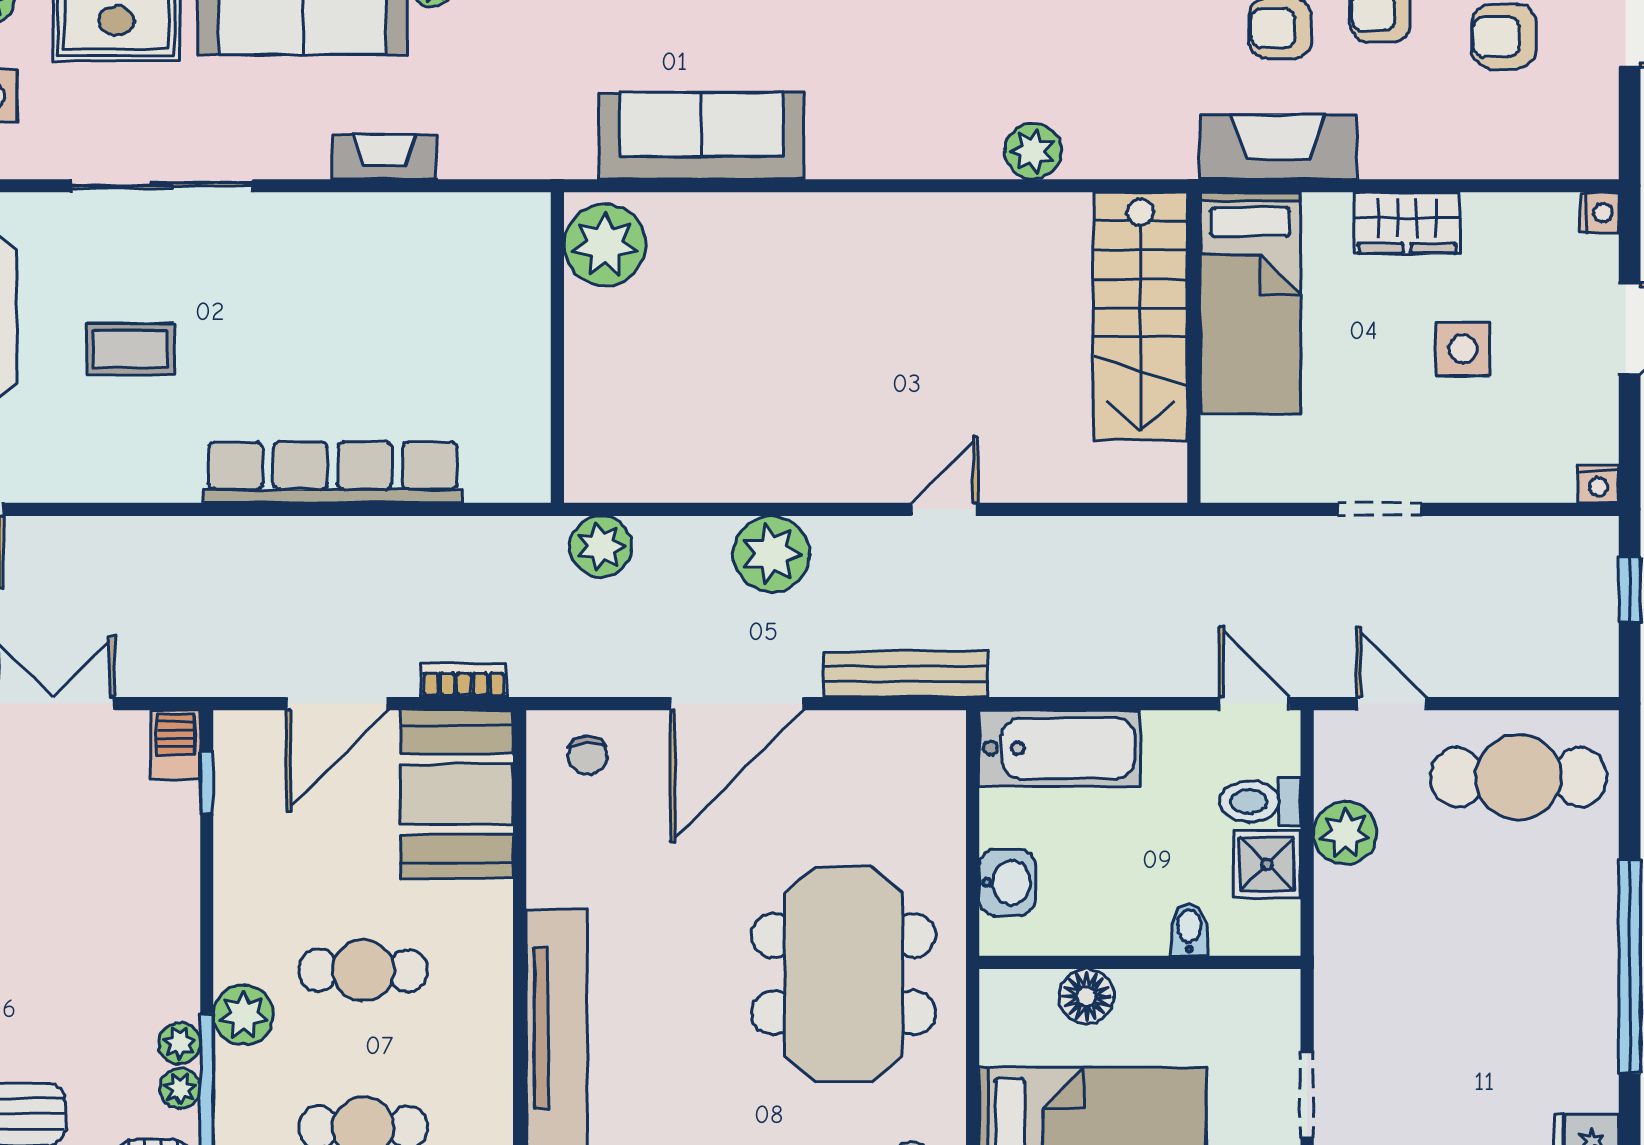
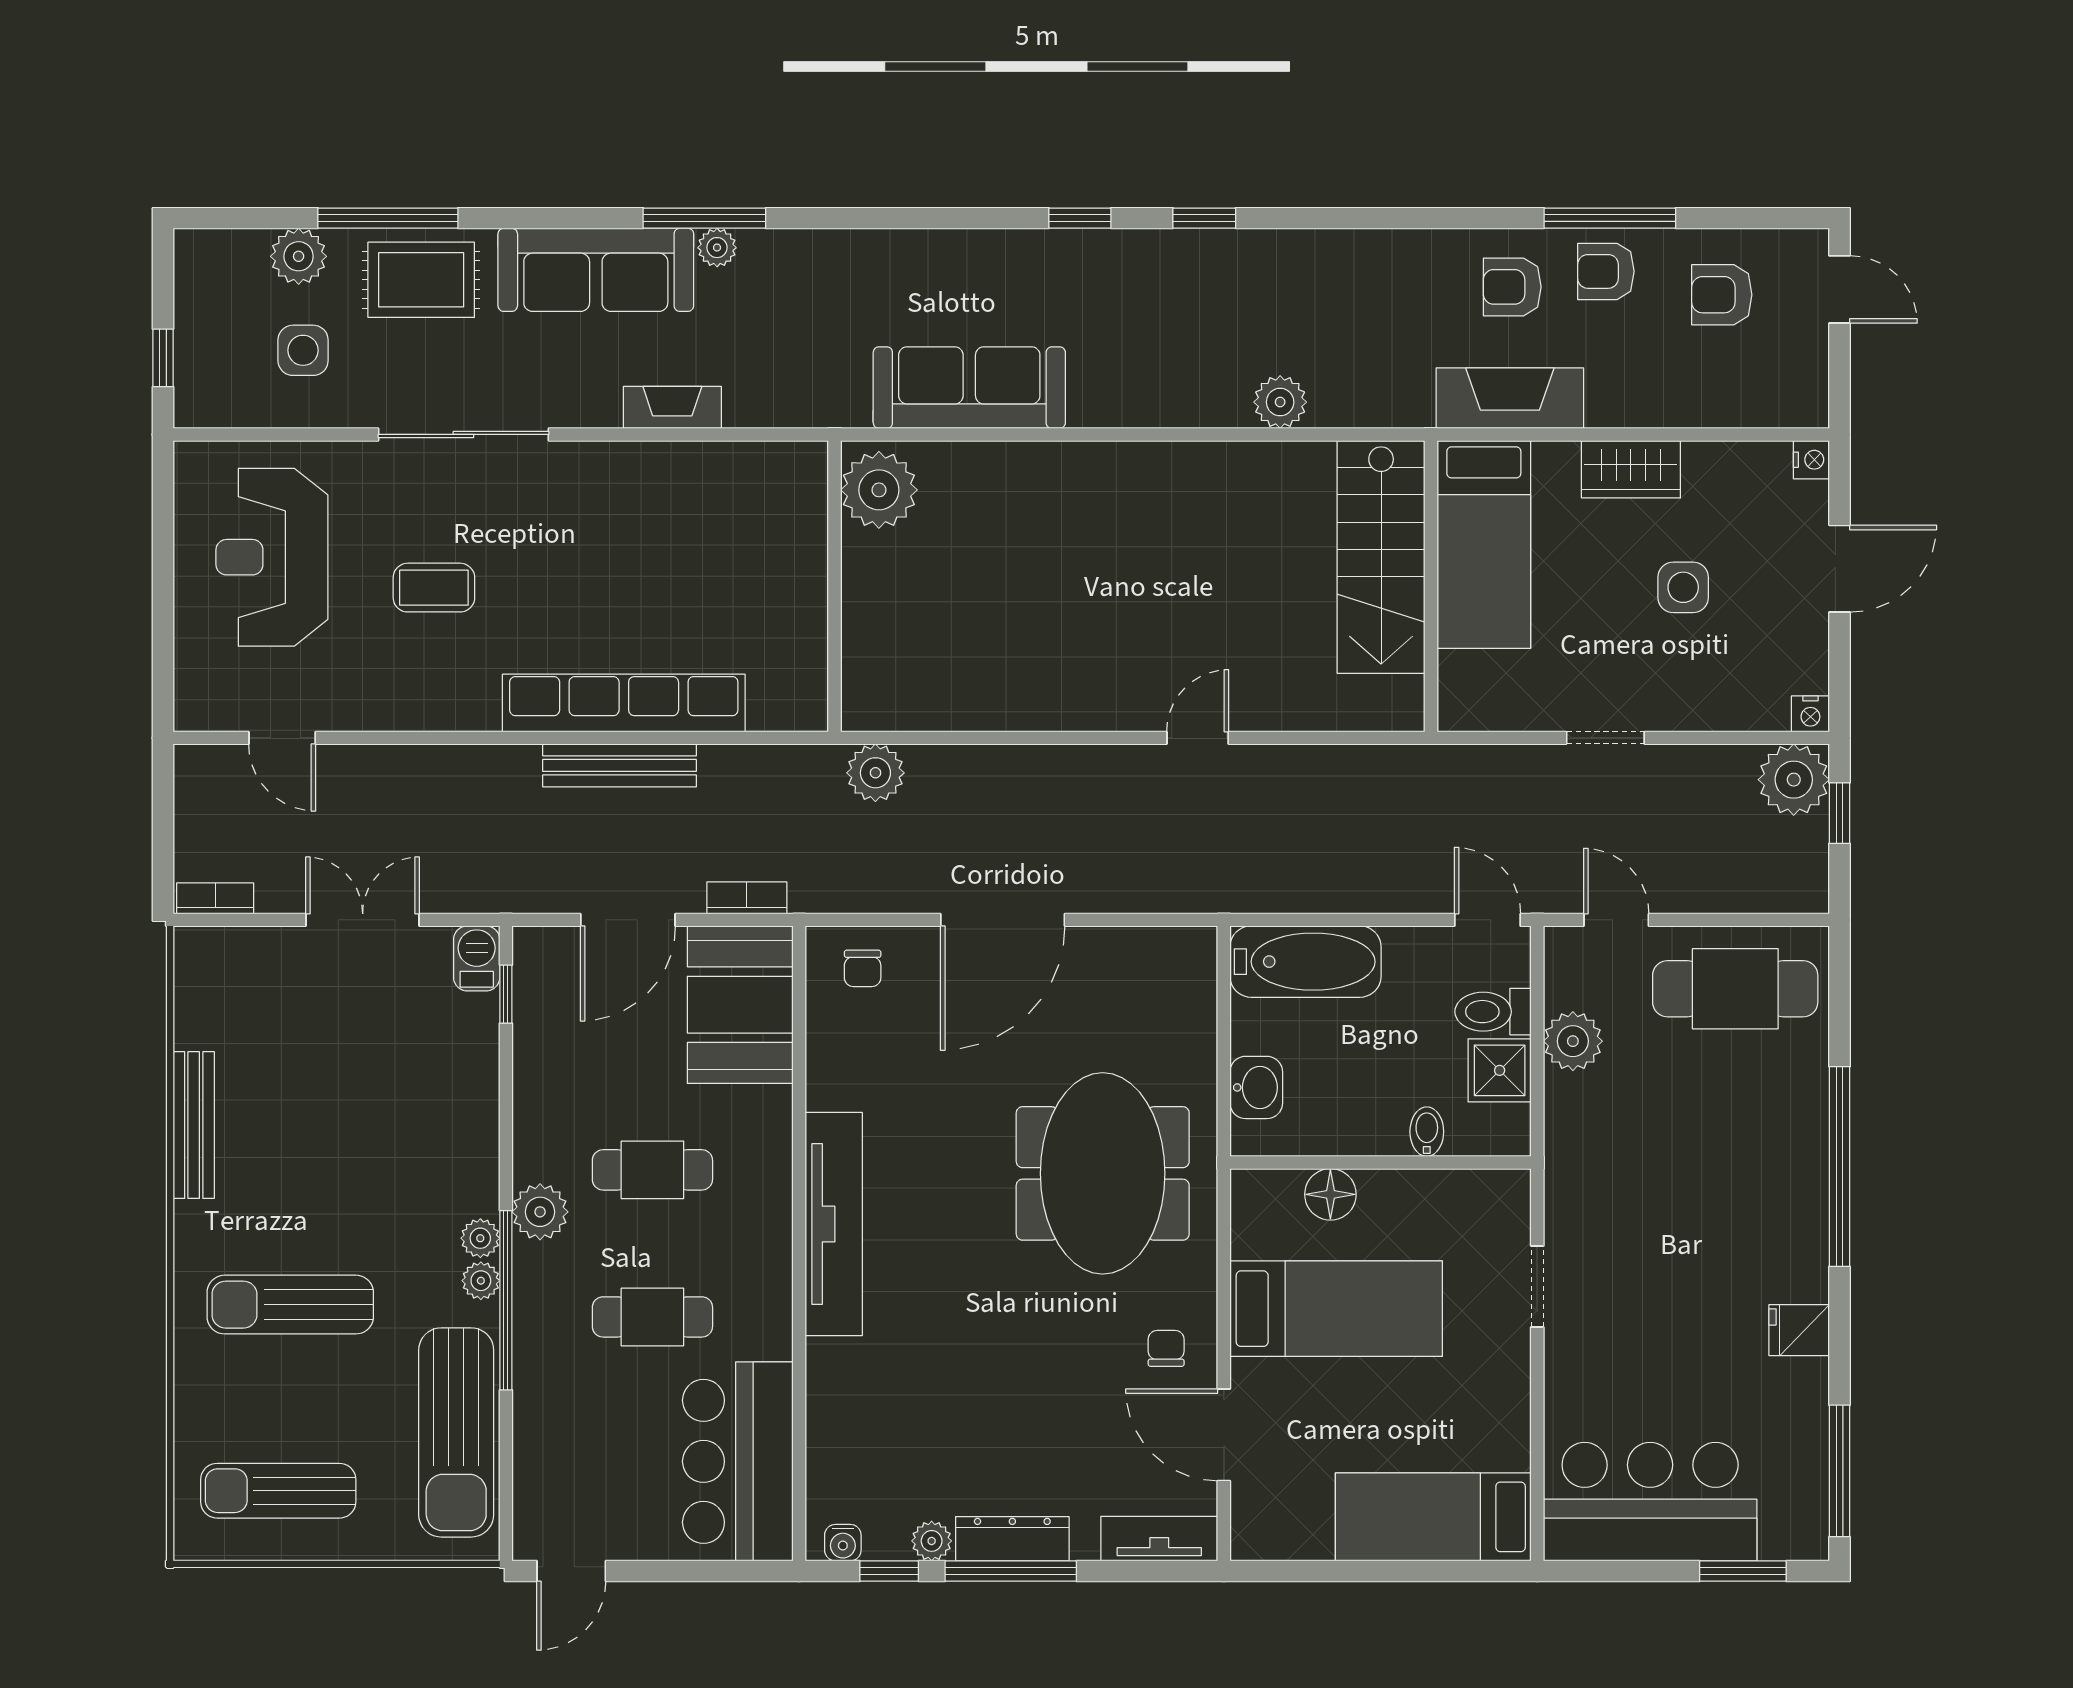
plant: (771, 554) -> (1794, 780), moved
bench: (906, 674) -> (620, 765), moved

